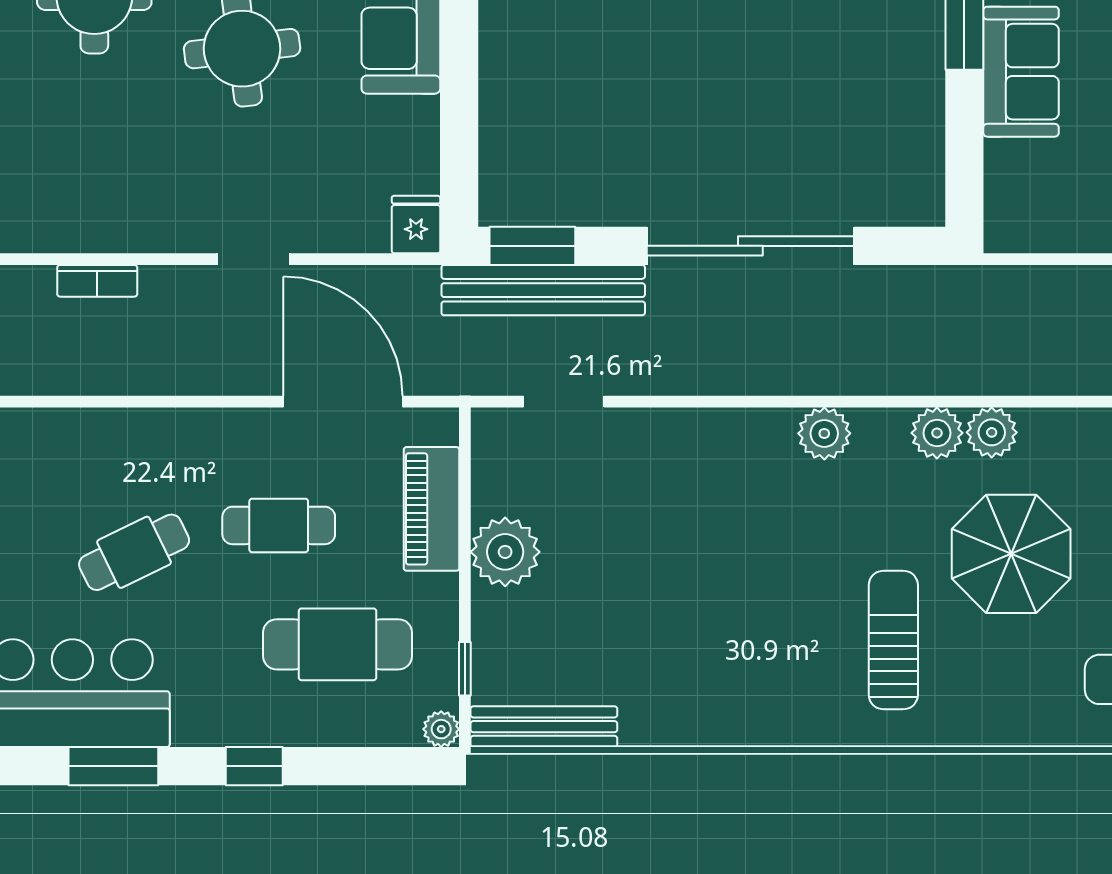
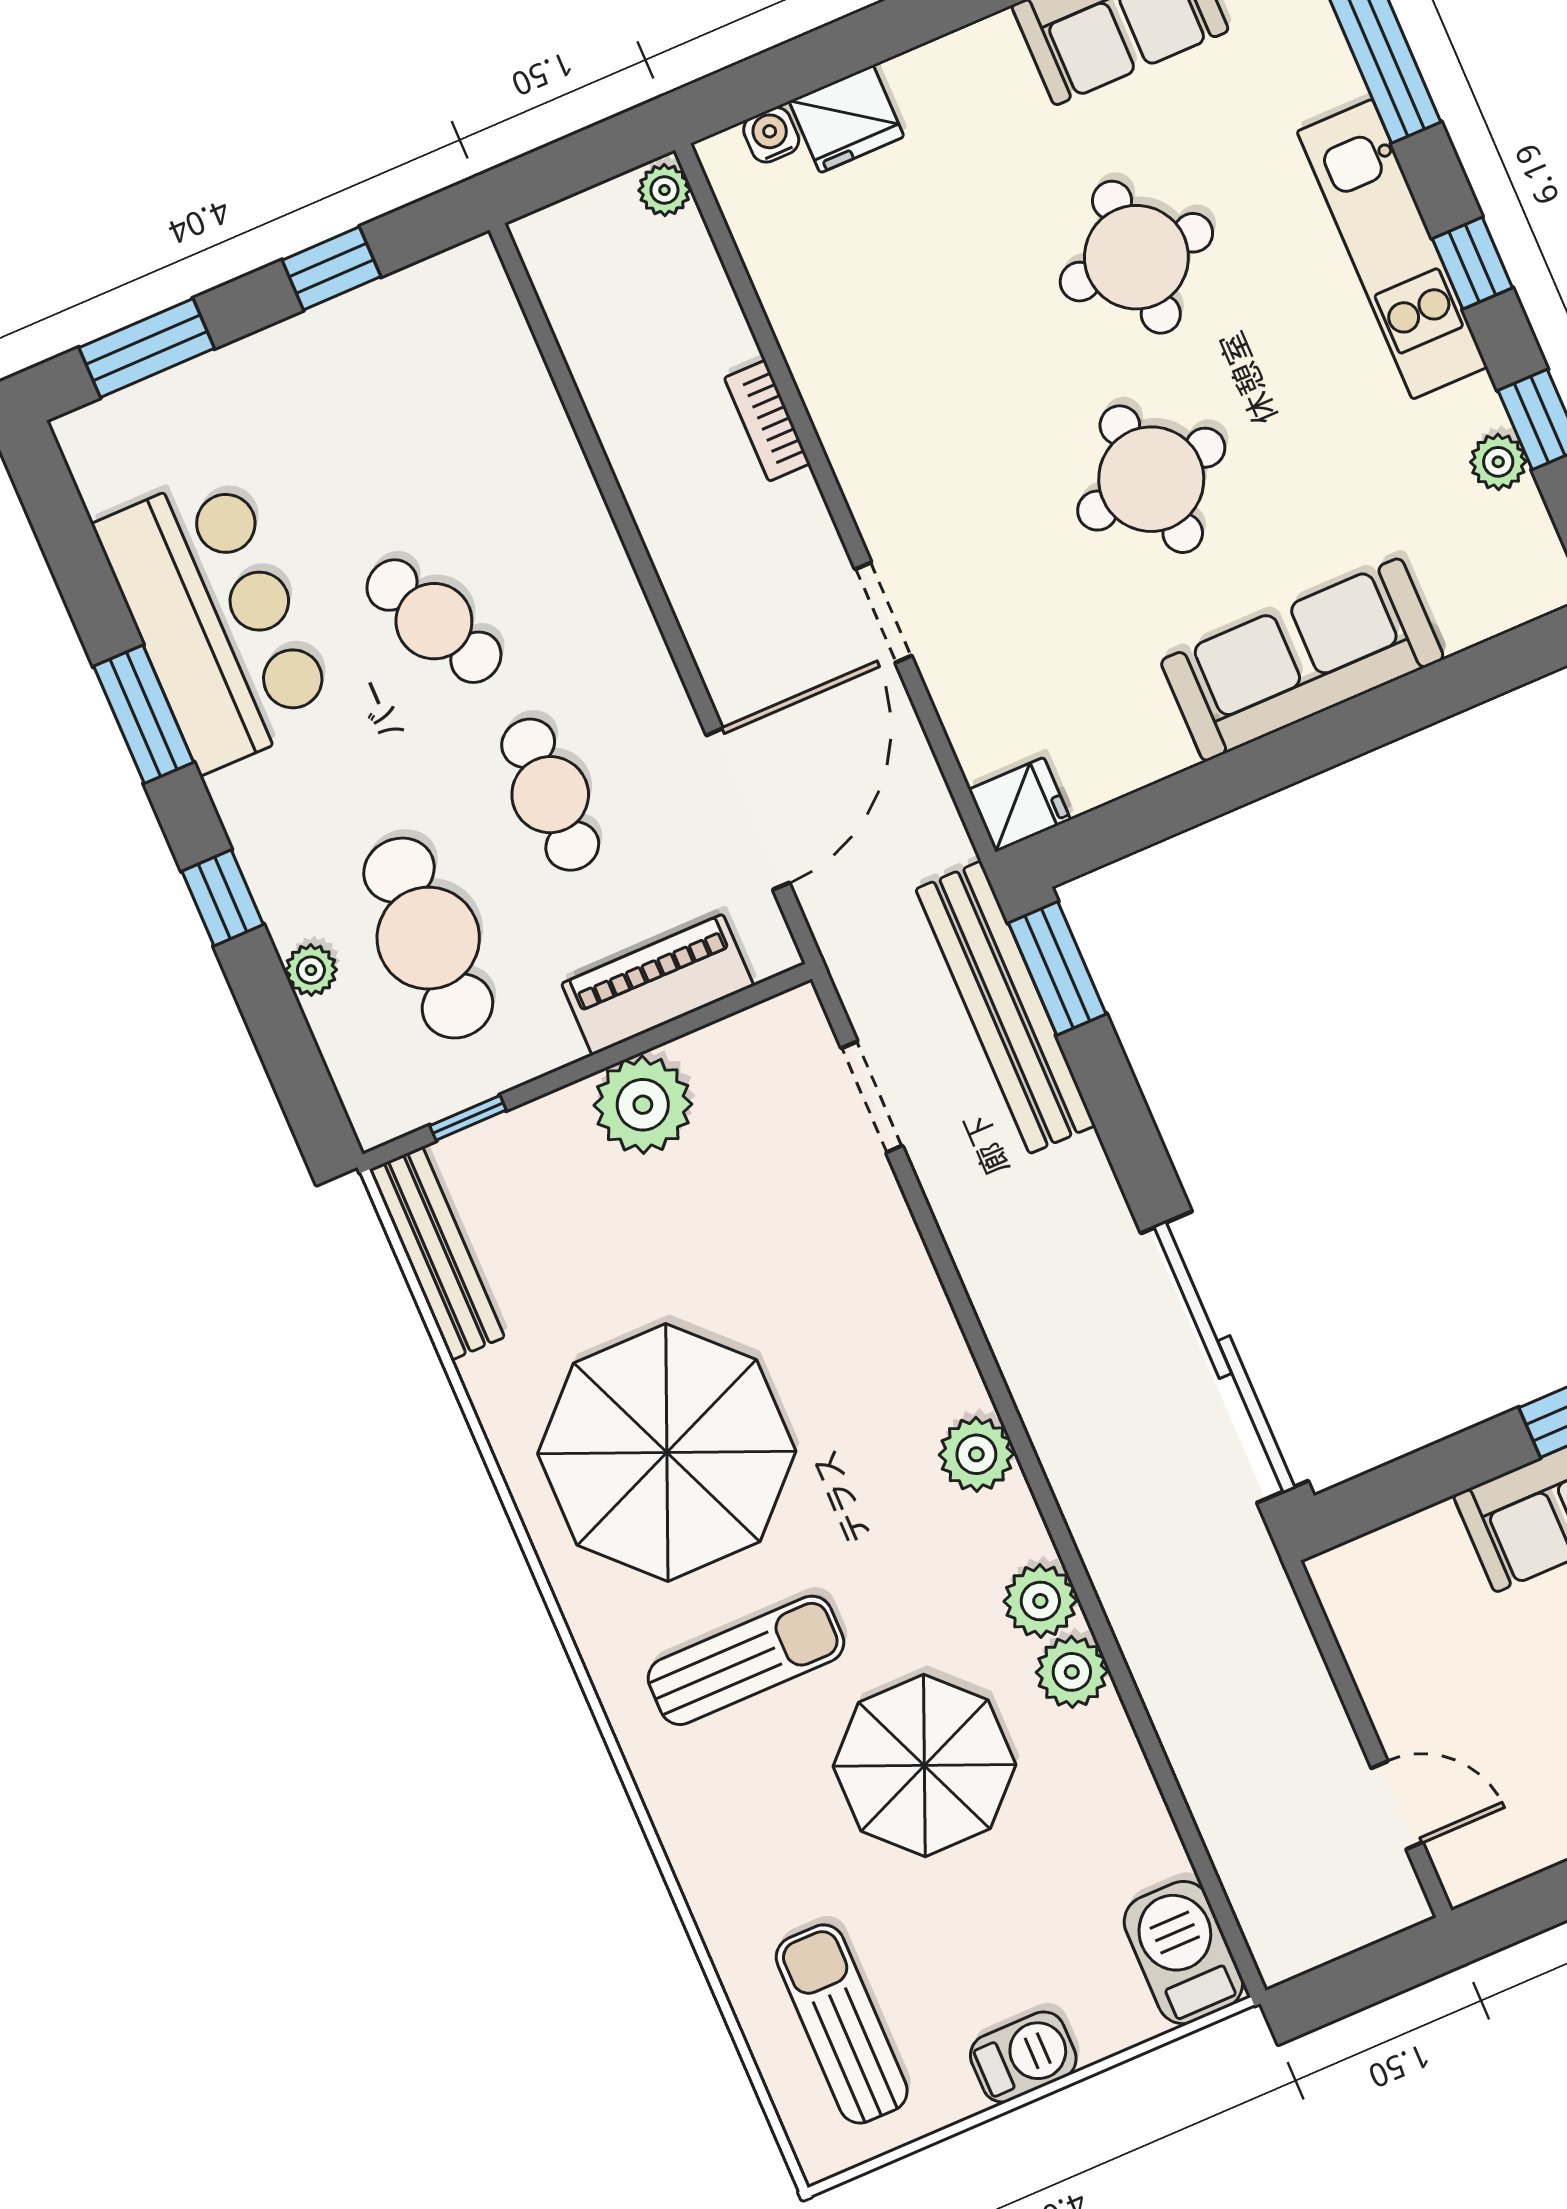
sliding door: (750, 246) -> (1225, 1357), moved
parasol: (737, 633) -> (667, 1452), added
plant: (441, 729) -> (311, 970), moved

